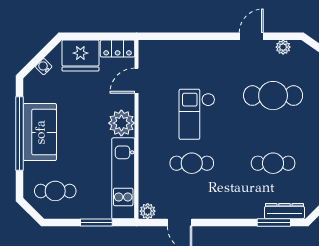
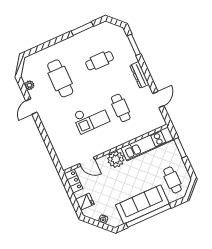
door: (251, 36) -> (31, 107), hinge flipped
fridge: (80, 56) -> (85, 202), width x0.53, depth x0.75
sofa: (40, 132) -> (142, 204), width x1.36
cafe table: (273, 163) -> (100, 61), turned 90
plant: (148, 211) -> (160, 121), removed
dresser: (284, 211) -> (139, 75), moved

